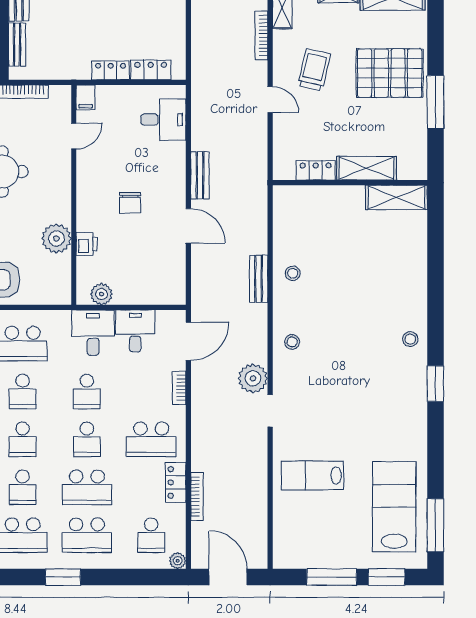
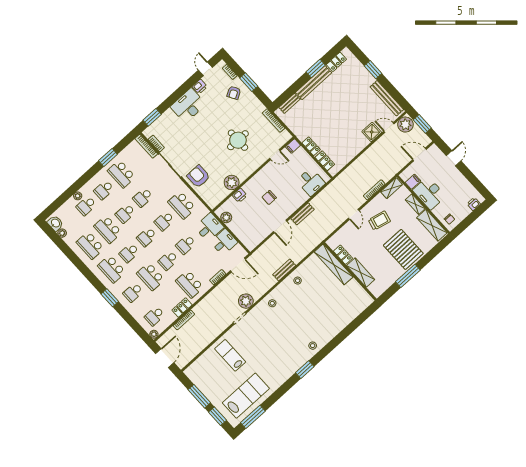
shelving: (397, 197) -> (334, 264), moved, width x1.47
school desk: (87, 535) -> (133, 292), width x0.54

